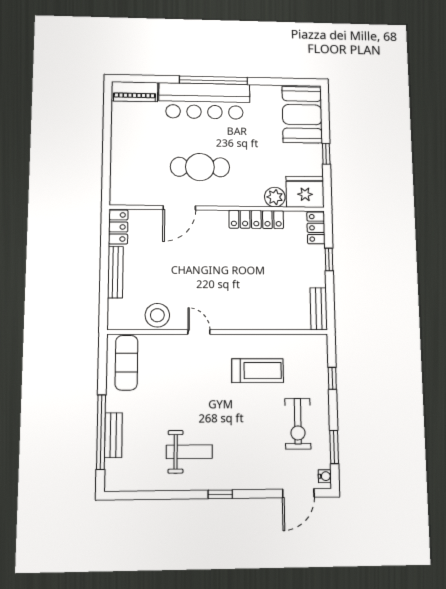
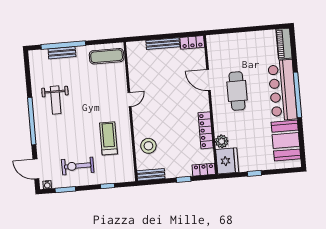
booth: (302, 115) -> (286, 141), moved, turned 90
stool: (157, 315) -> (148, 146), moved
treadmill: (258, 371) -> (108, 138), turned 180
window: (220, 494) -> (32, 121), width x3.17

